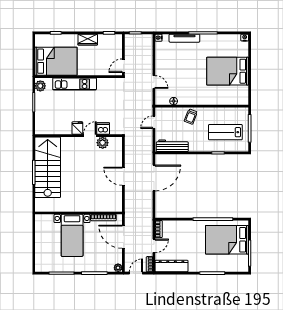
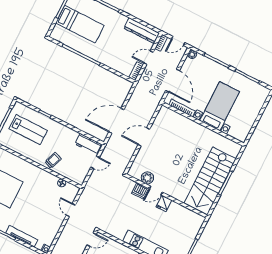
door: (154, 122) -> (95, 162), moved
workbench: (172, 146) -> (88, 144), width x0.73
door: (123, 176) -> (144, 137), swing flipped
bed: (227, 240) -> (80, 24), width x0.67

